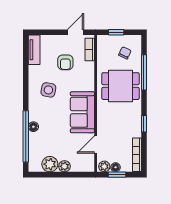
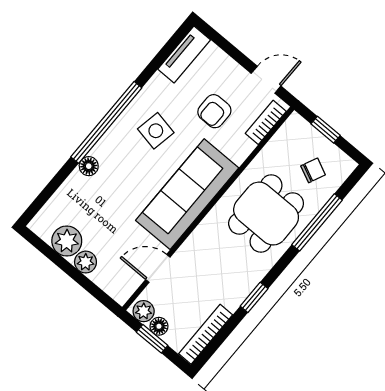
dining table: (121, 86) -> (266, 214), turned 90
sofa: (82, 112) -> (187, 194), width x1.36
window: (26, 136) -> (106, 122), moved

